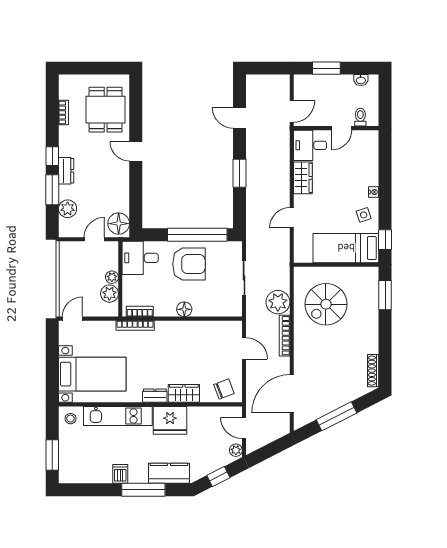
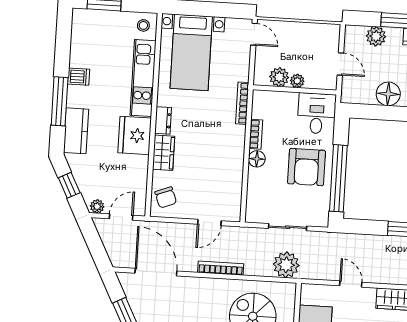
floor lamp: (119, 224) -> (388, 94), moved
plant: (278, 302) -> (286, 265), moved
bookcase: (140, 311) -> (256, 134), moved

